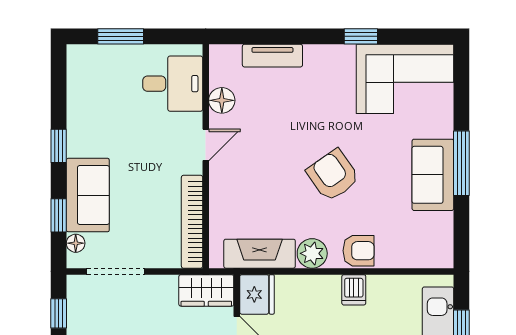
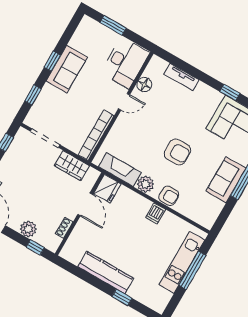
desk: (173, 84) -> (125, 63), width x1.37
armchair: (333, 175) -> (177, 152), turned 125
sofa: (88, 195) -> (67, 69), moved
floor lamp: (76, 243) -> (33, 113), removed
wardrobe: (206, 290) -> (72, 166), moved

